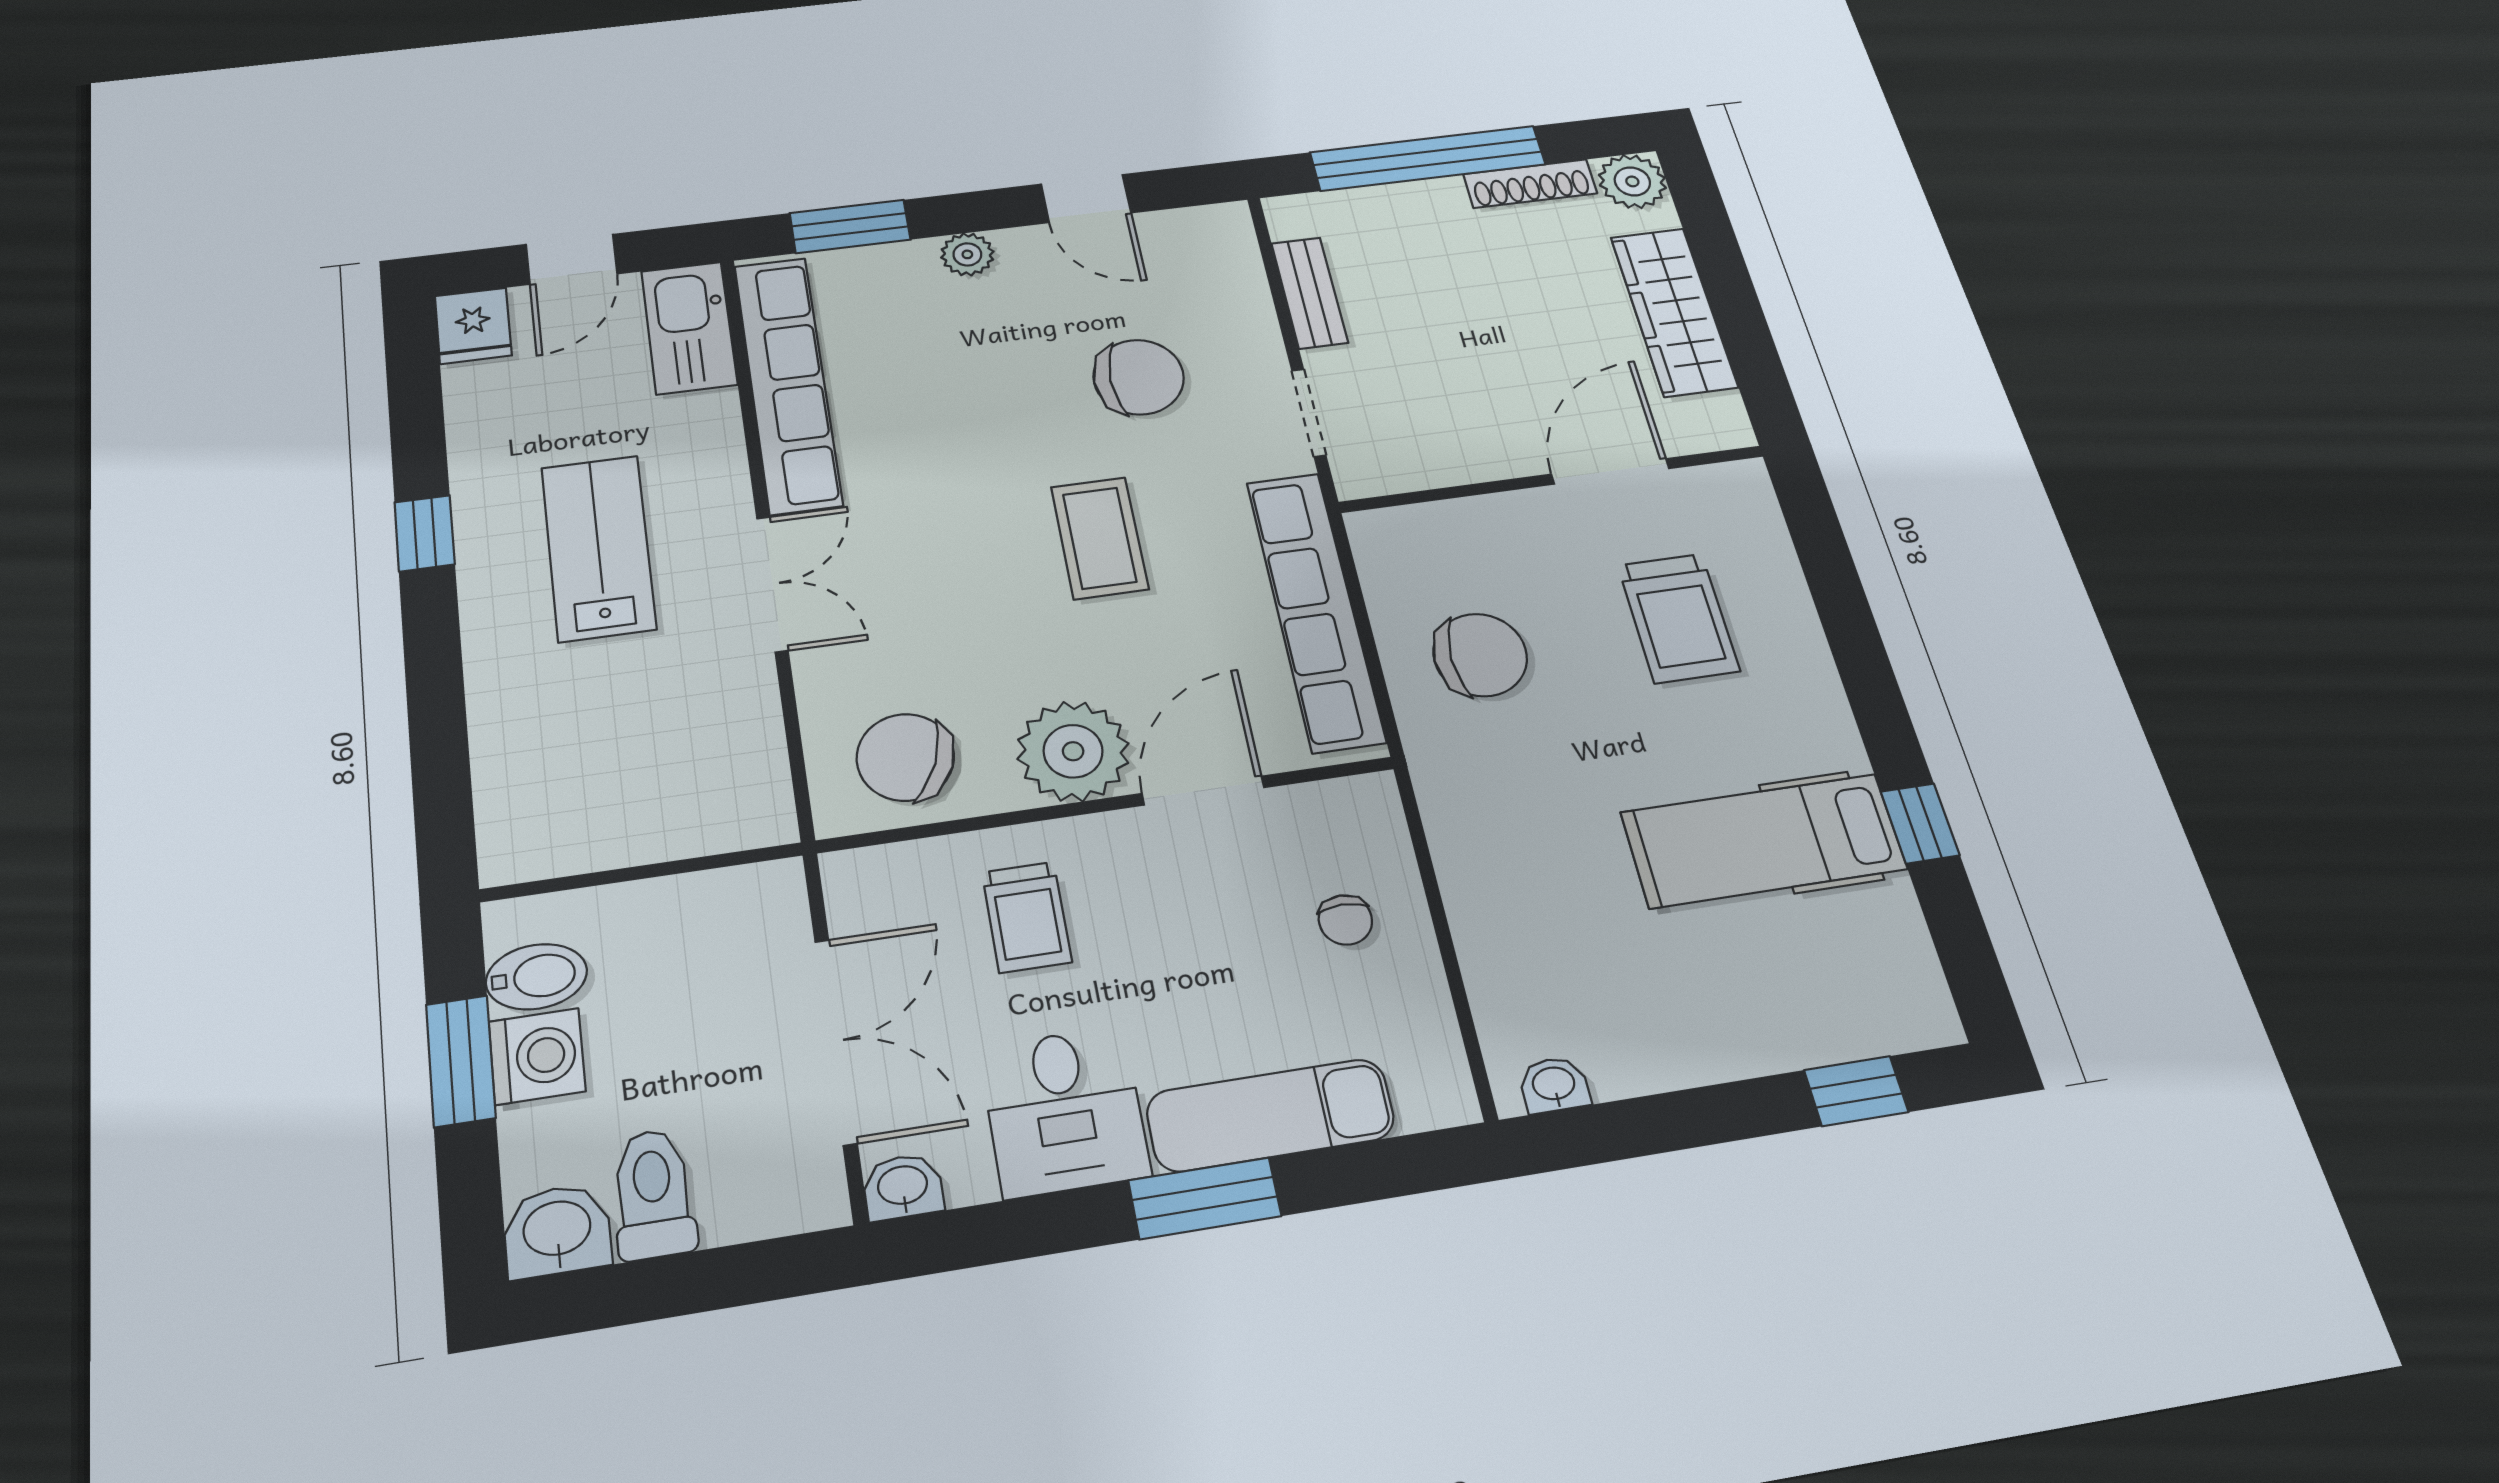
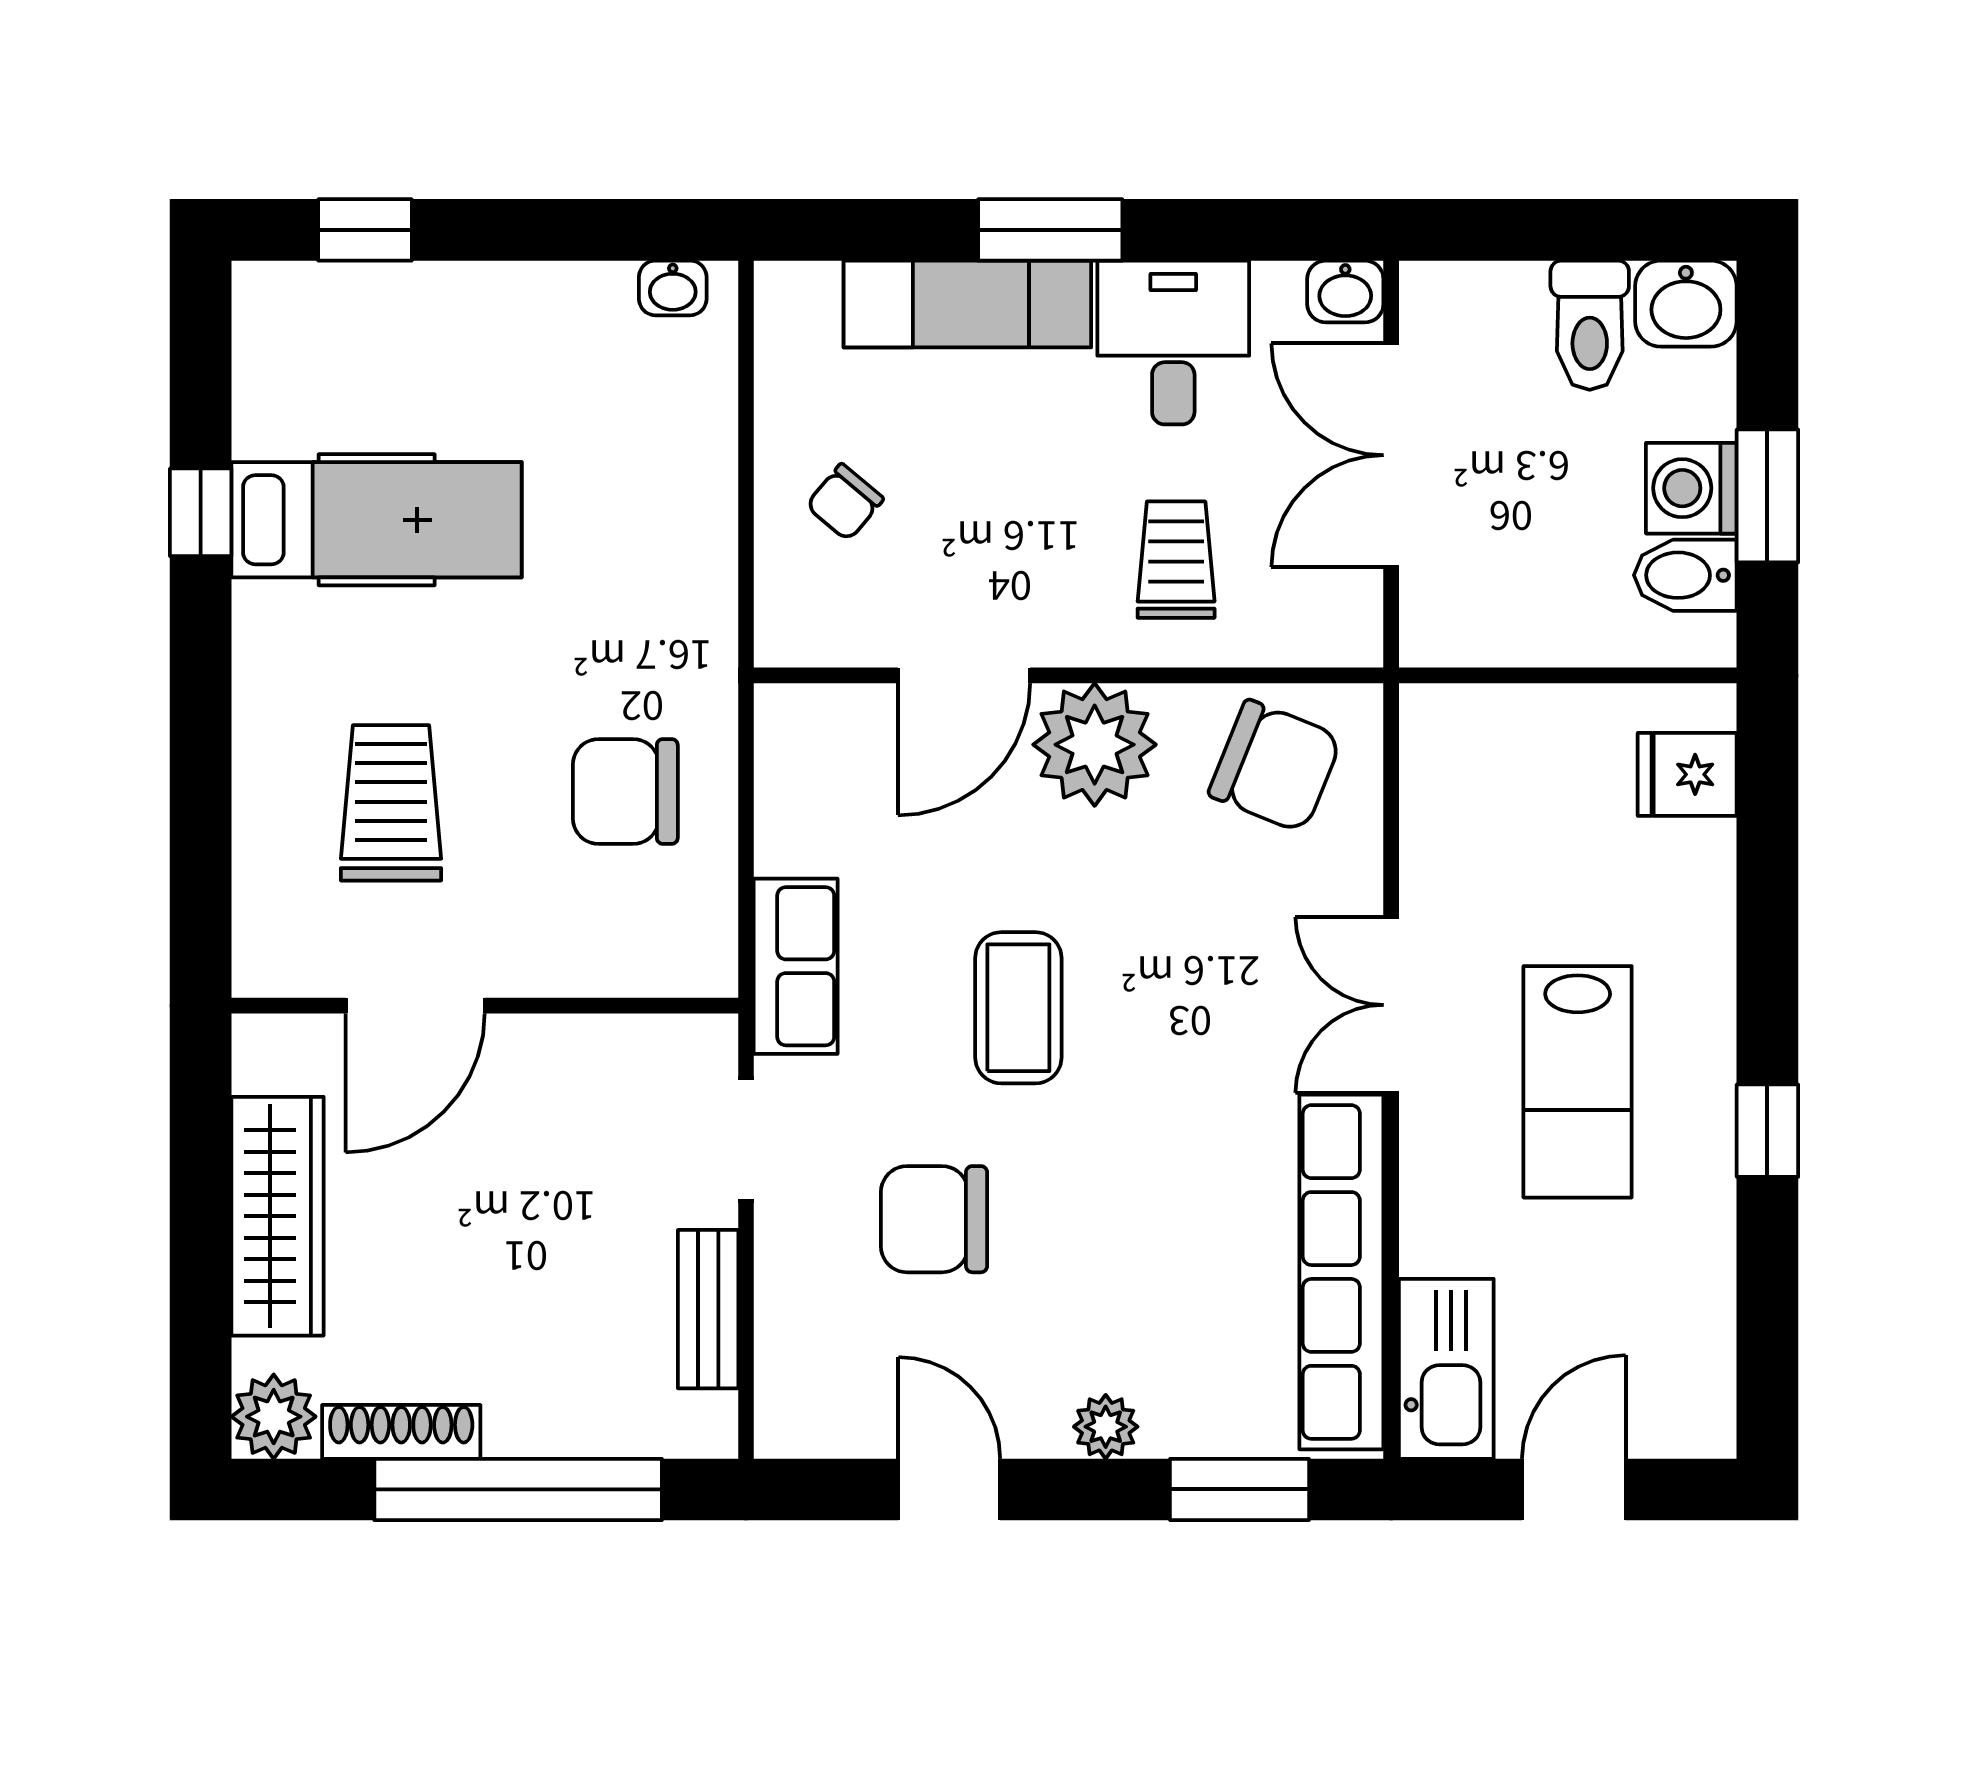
fridge: (473, 326) -> (1687, 774), moved, turned -90
row of seats: (1315, 610) -> (796, 966), width x0.50
chair: (1345, 920) -> (845, 502), turned -140

